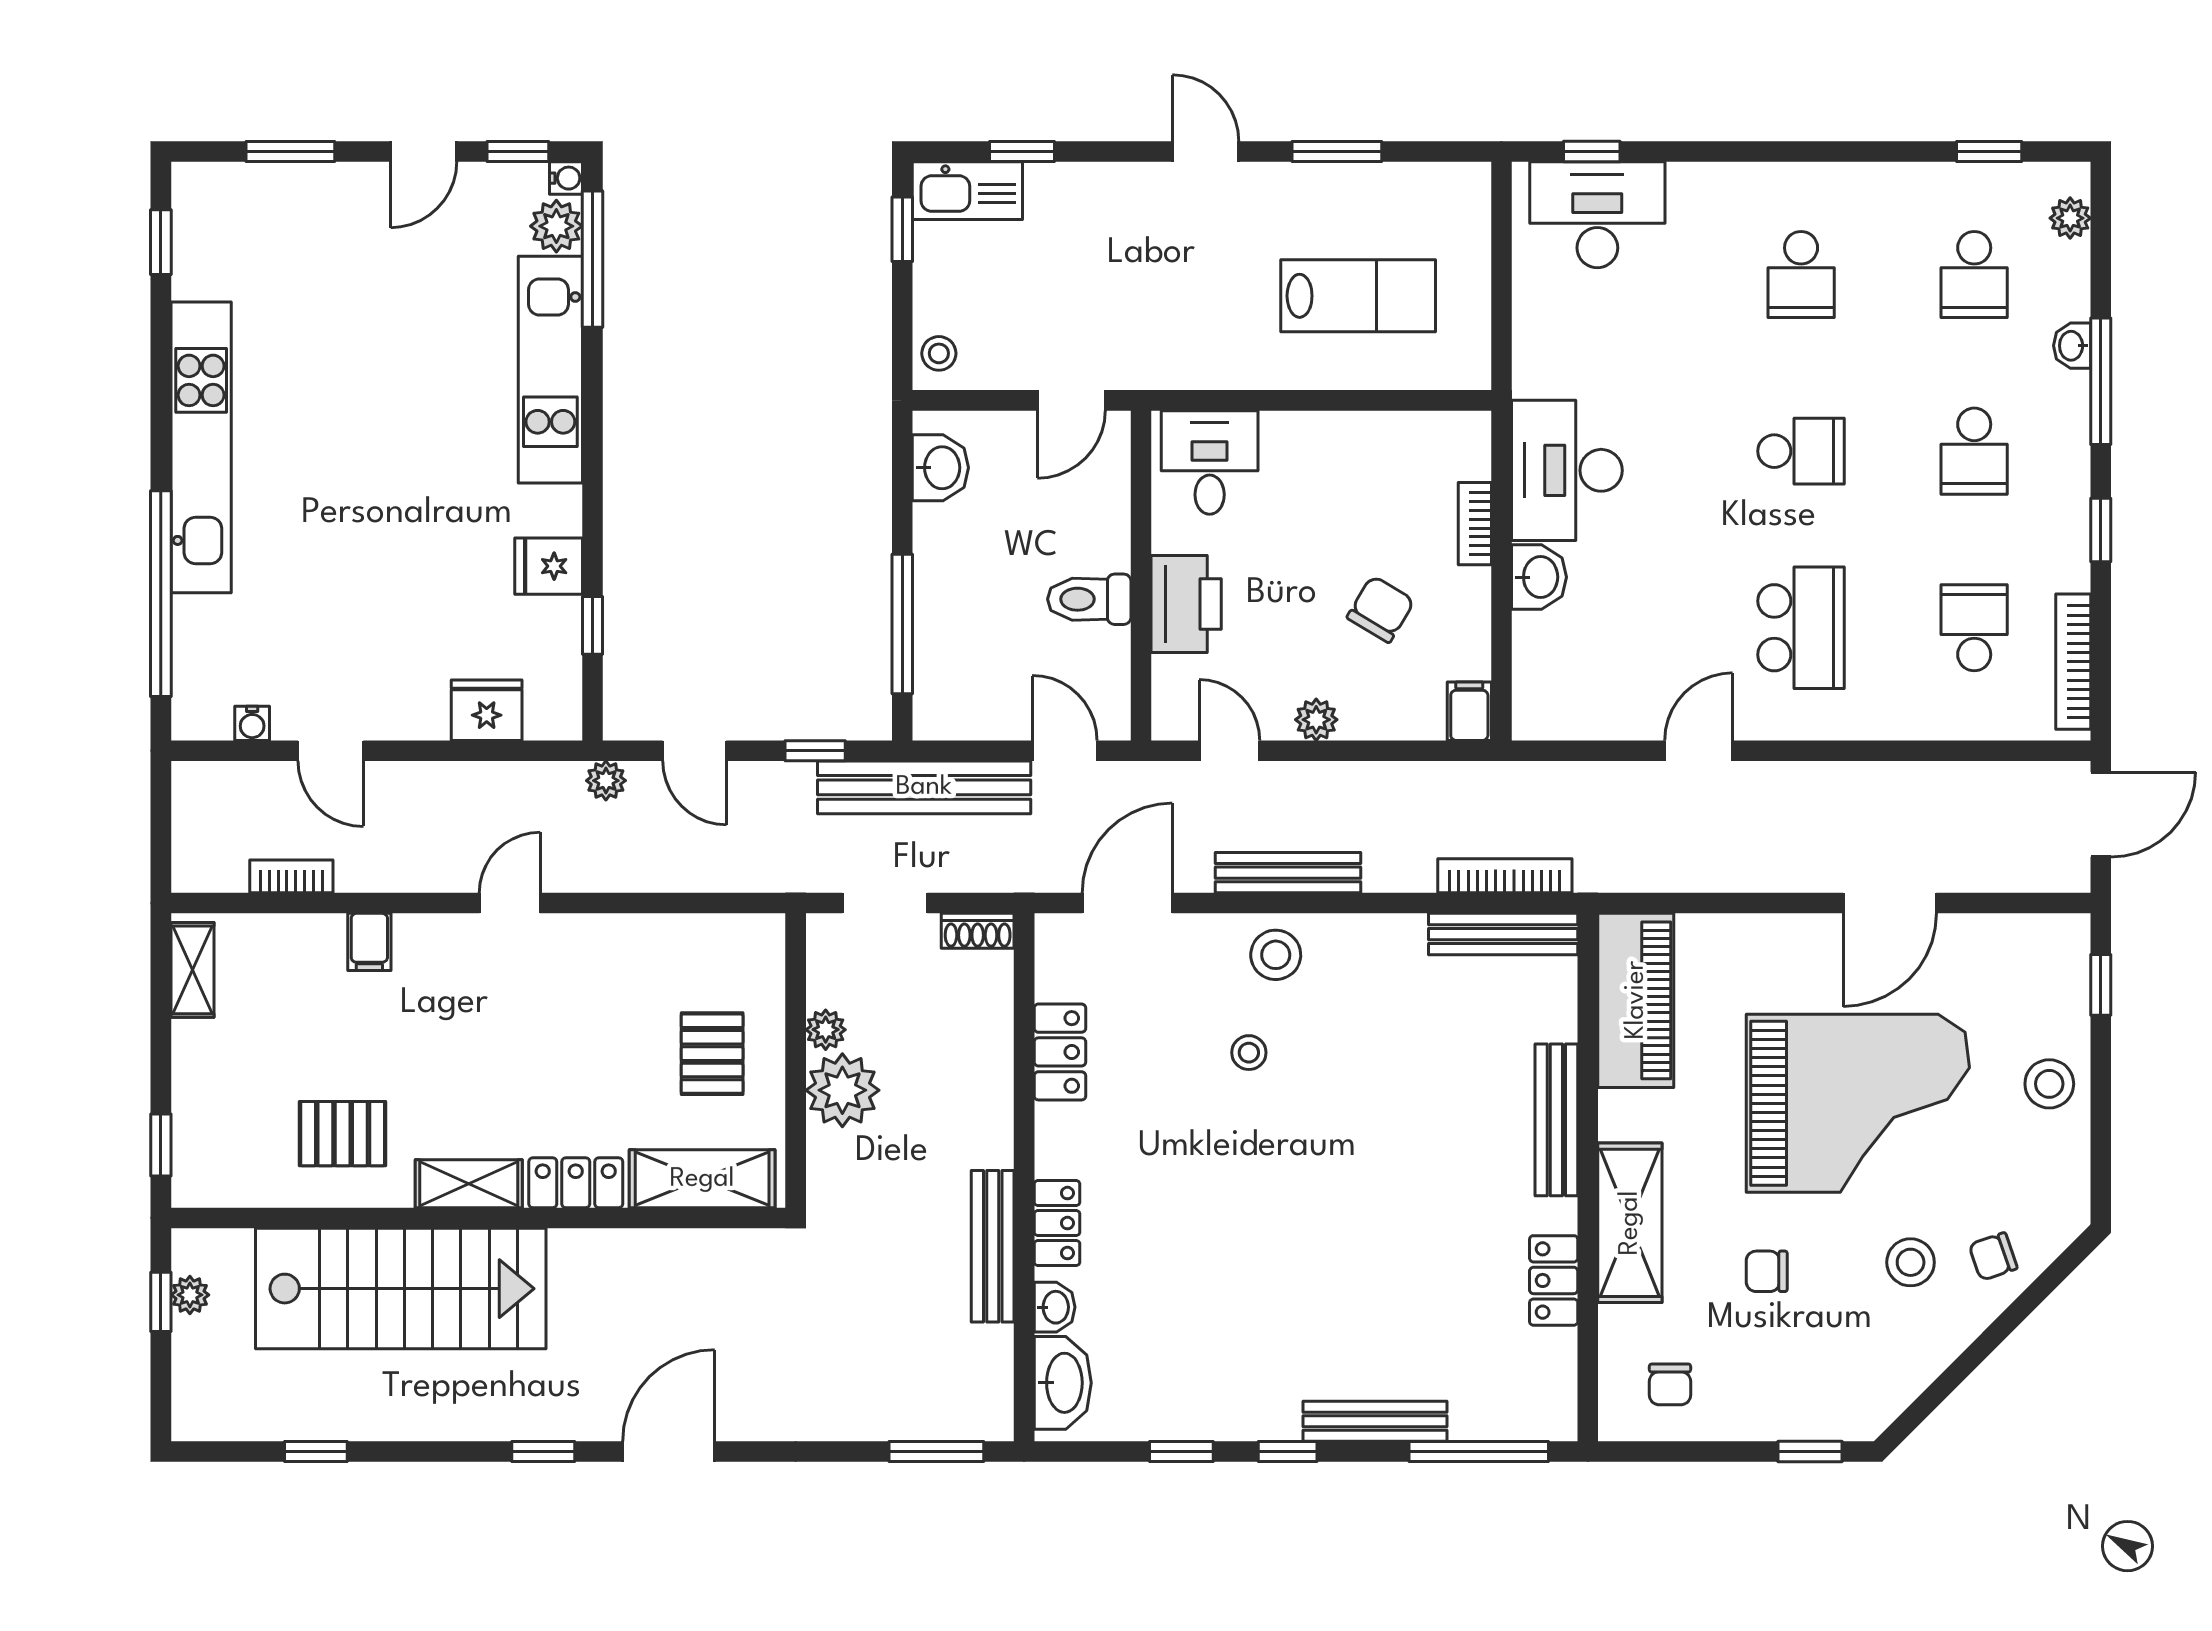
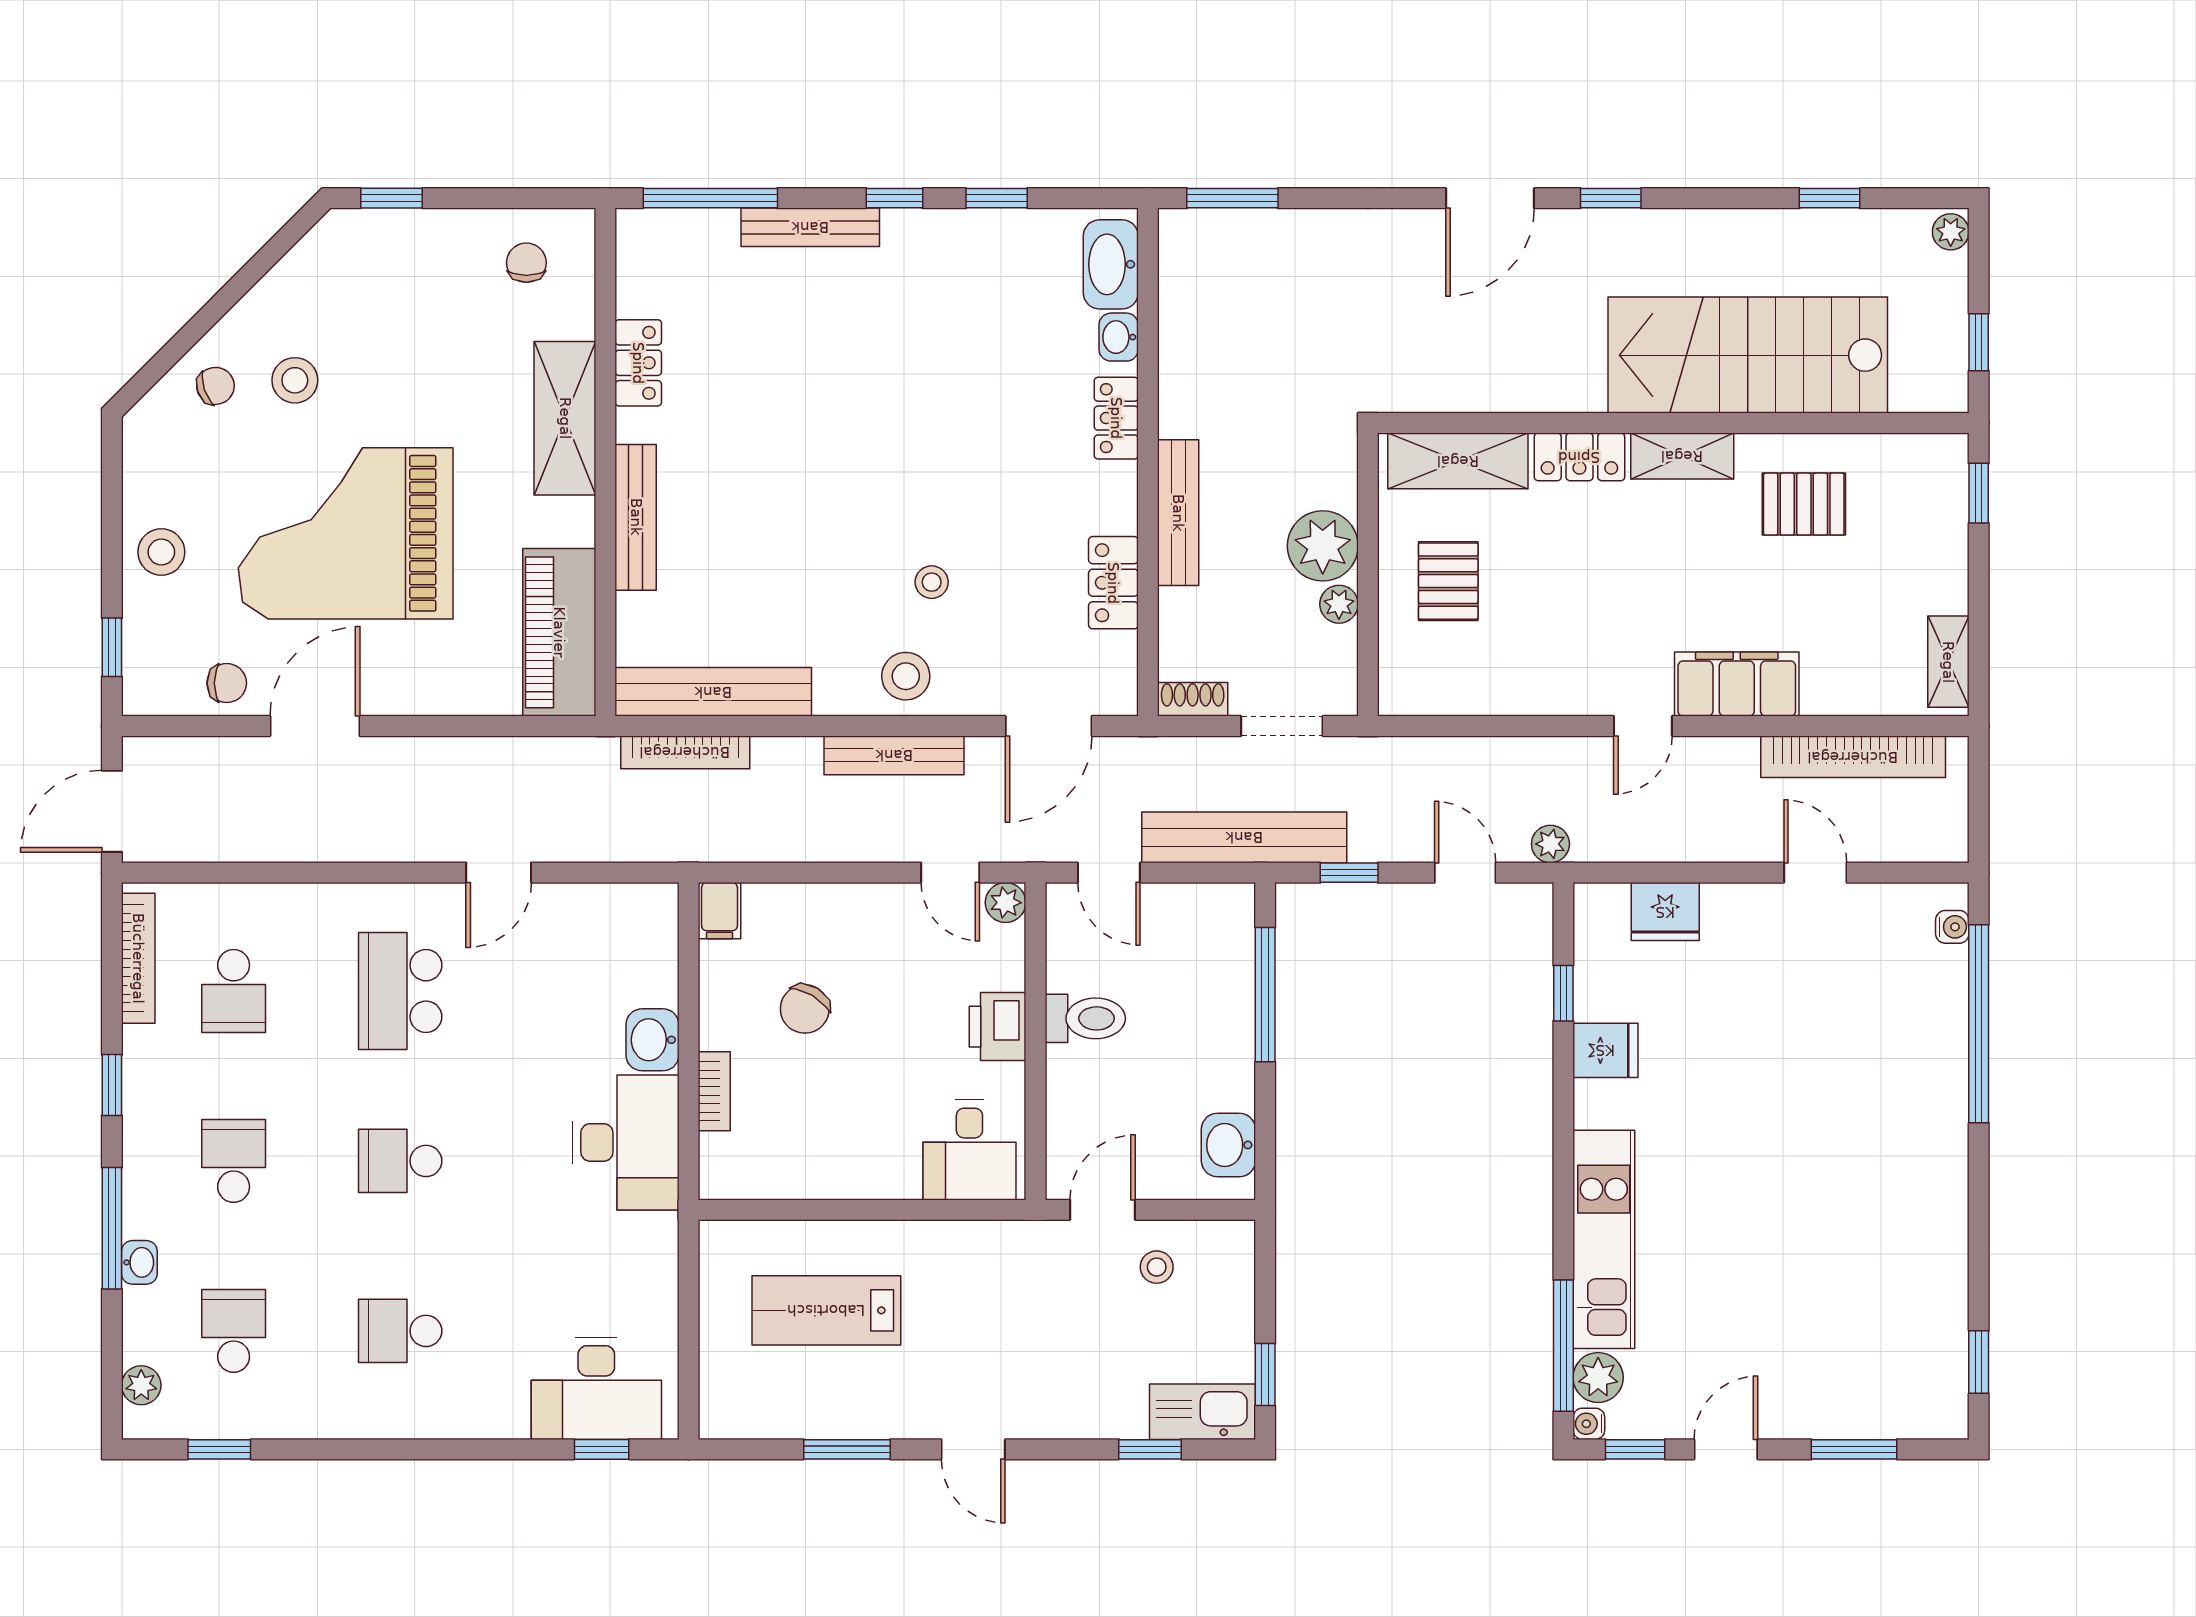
school desk: (1801, 274) -> (400, 1331), turned -90
stool: (939, 353) -> (1157, 1267), moved
kitchen unit: (201, 447) -> (1940, 1165), removed
printer: (1186, 604) -> (998, 1027), width x0.73, depth x0.84
plant: (1316, 720) -> (1006, 903), moved
water cooler: (252, 723) -> (1952, 927), moved, turned 90
bookcase: (291, 876) -> (1853, 757), width x2.31, depth x1.31
bench: (1503, 934) -> (713, 692), width x1.37, depth x1.21
filing cabinet: (369, 942) -> (1737, 684), width x3.00, depth x1.17
bench: (993, 1246) -> (1178, 513), moved
chair: (1767, 1271) -> (227, 683), moved
plant: (190, 1295) -> (1951, 232), moved

